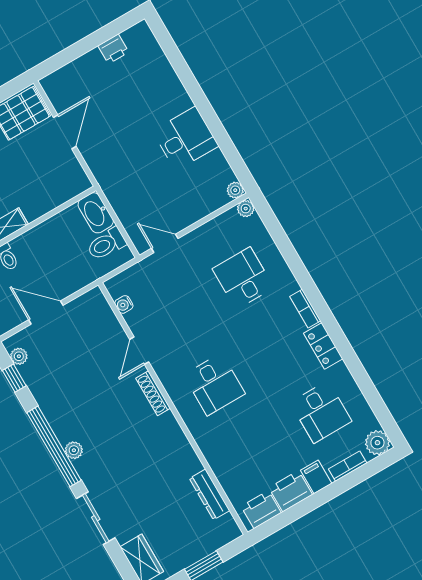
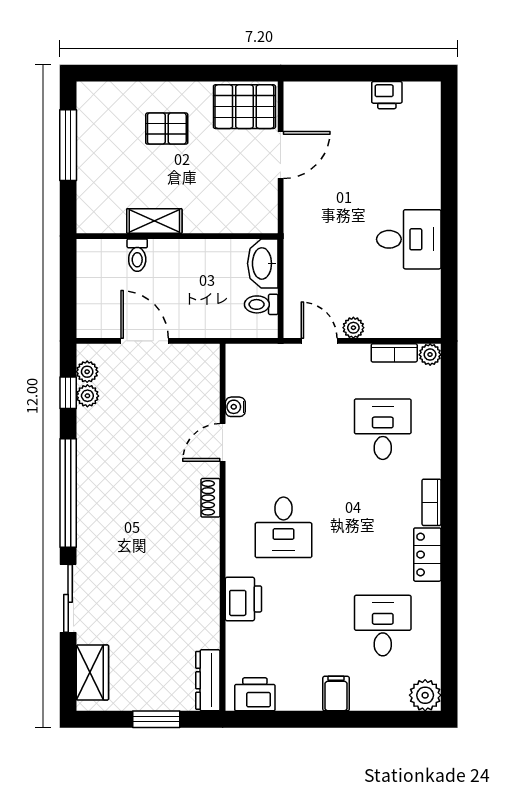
plant: (235, 190) -> (353, 328), moved
toilet: (106, 244) -> (261, 304), width x0.73, depth x0.72
water cooler: (124, 304) -> (235, 407), moved
shoe rack: (153, 393) -> (210, 498), width x0.70
desk: (321, 412) -> (383, 626), turned 180
plant: (74, 450) -> (87, 396), moved
bookcase: (348, 466) -> (394, 353), moved, turned 180
printer: (291, 491) -> (243, 599), moved, turned 90
dresser: (209, 494) -> (208, 680), moved

